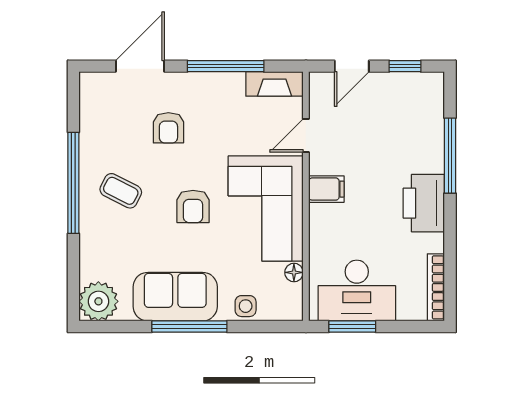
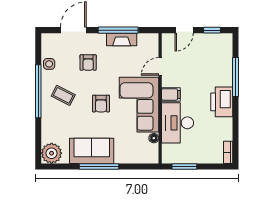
fireplace: (274, 84) -> (122, 39), moved
bookcase: (436, 287) -> (228, 152), width x0.64
desk: (357, 291) -> (177, 123), moved, turned 90
side table: (246, 306) -> (49, 64), moved

